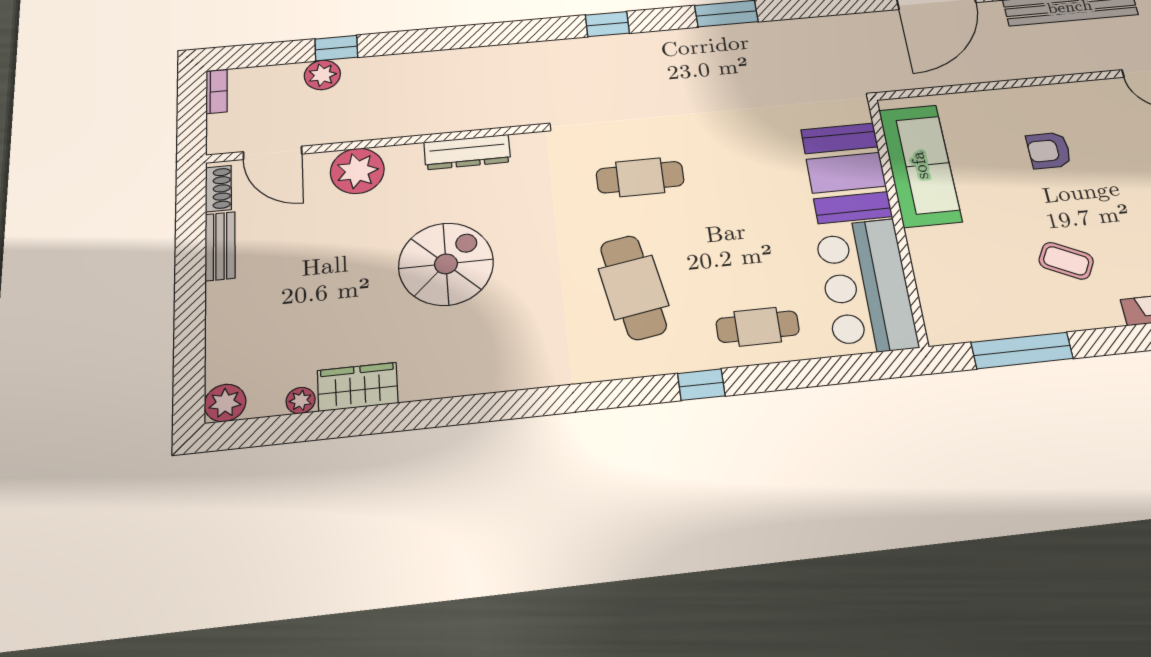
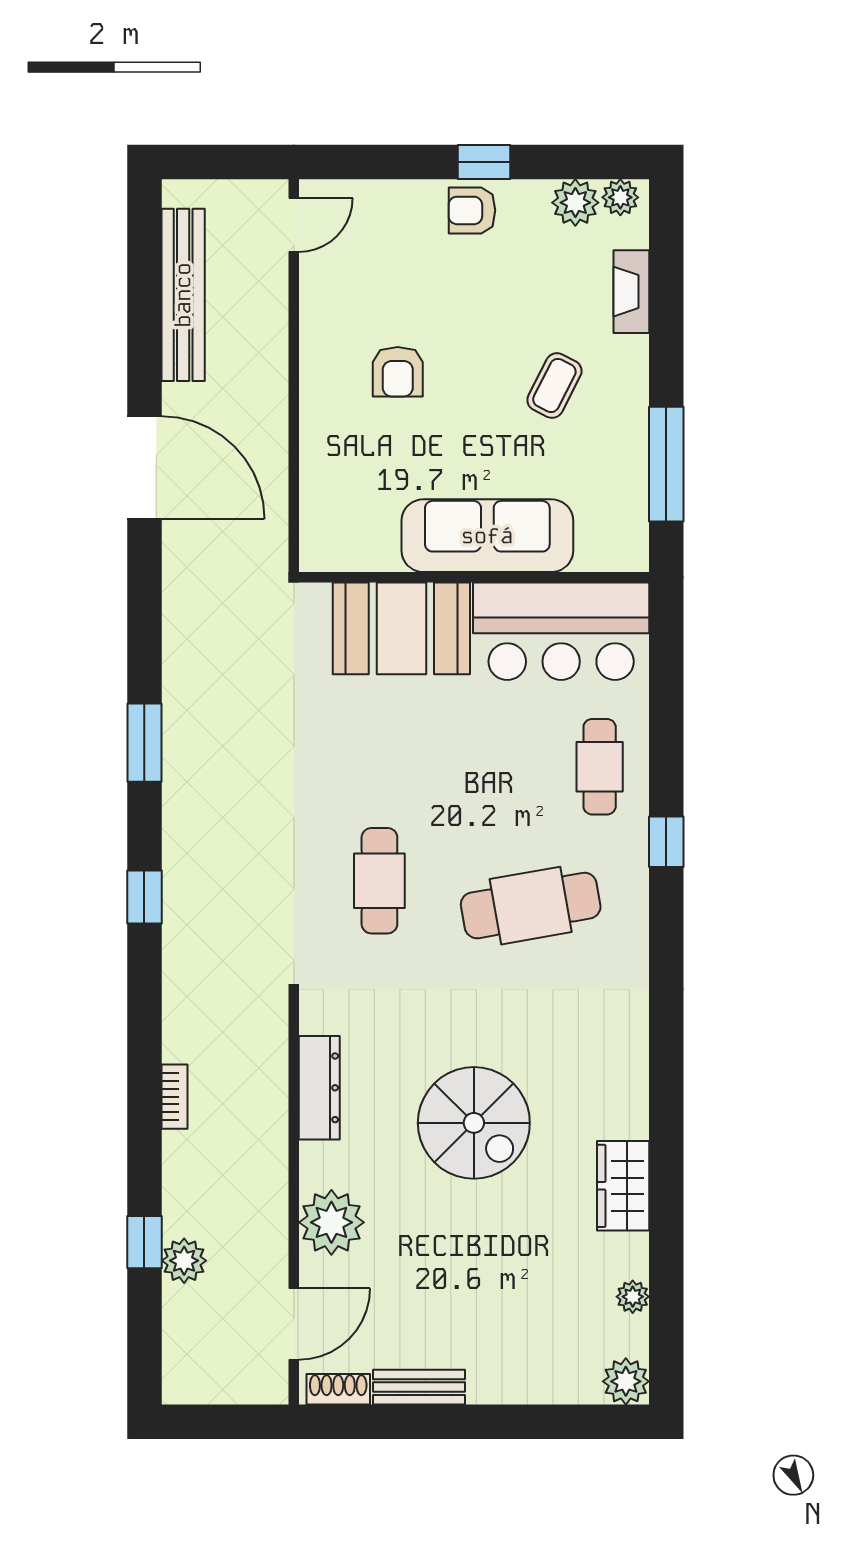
bookcase: (217, 92) -> (175, 1097), moved, turned 90
sofa: (920, 165) -> (487, 536), moved
spiral stairs: (446, 264) -> (474, 1123), turned 180
wardrobe: (358, 387) -> (623, 1186), moved

